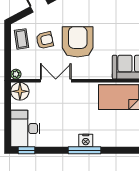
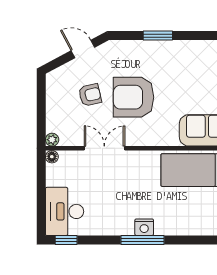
coffee table: (22, 39) -> (60, 93), removed
armchair: (78, 42) -> (134, 97), turned -90
floor lamp: (20, 91) -> (52, 157), width x0.53, depth x0.53

